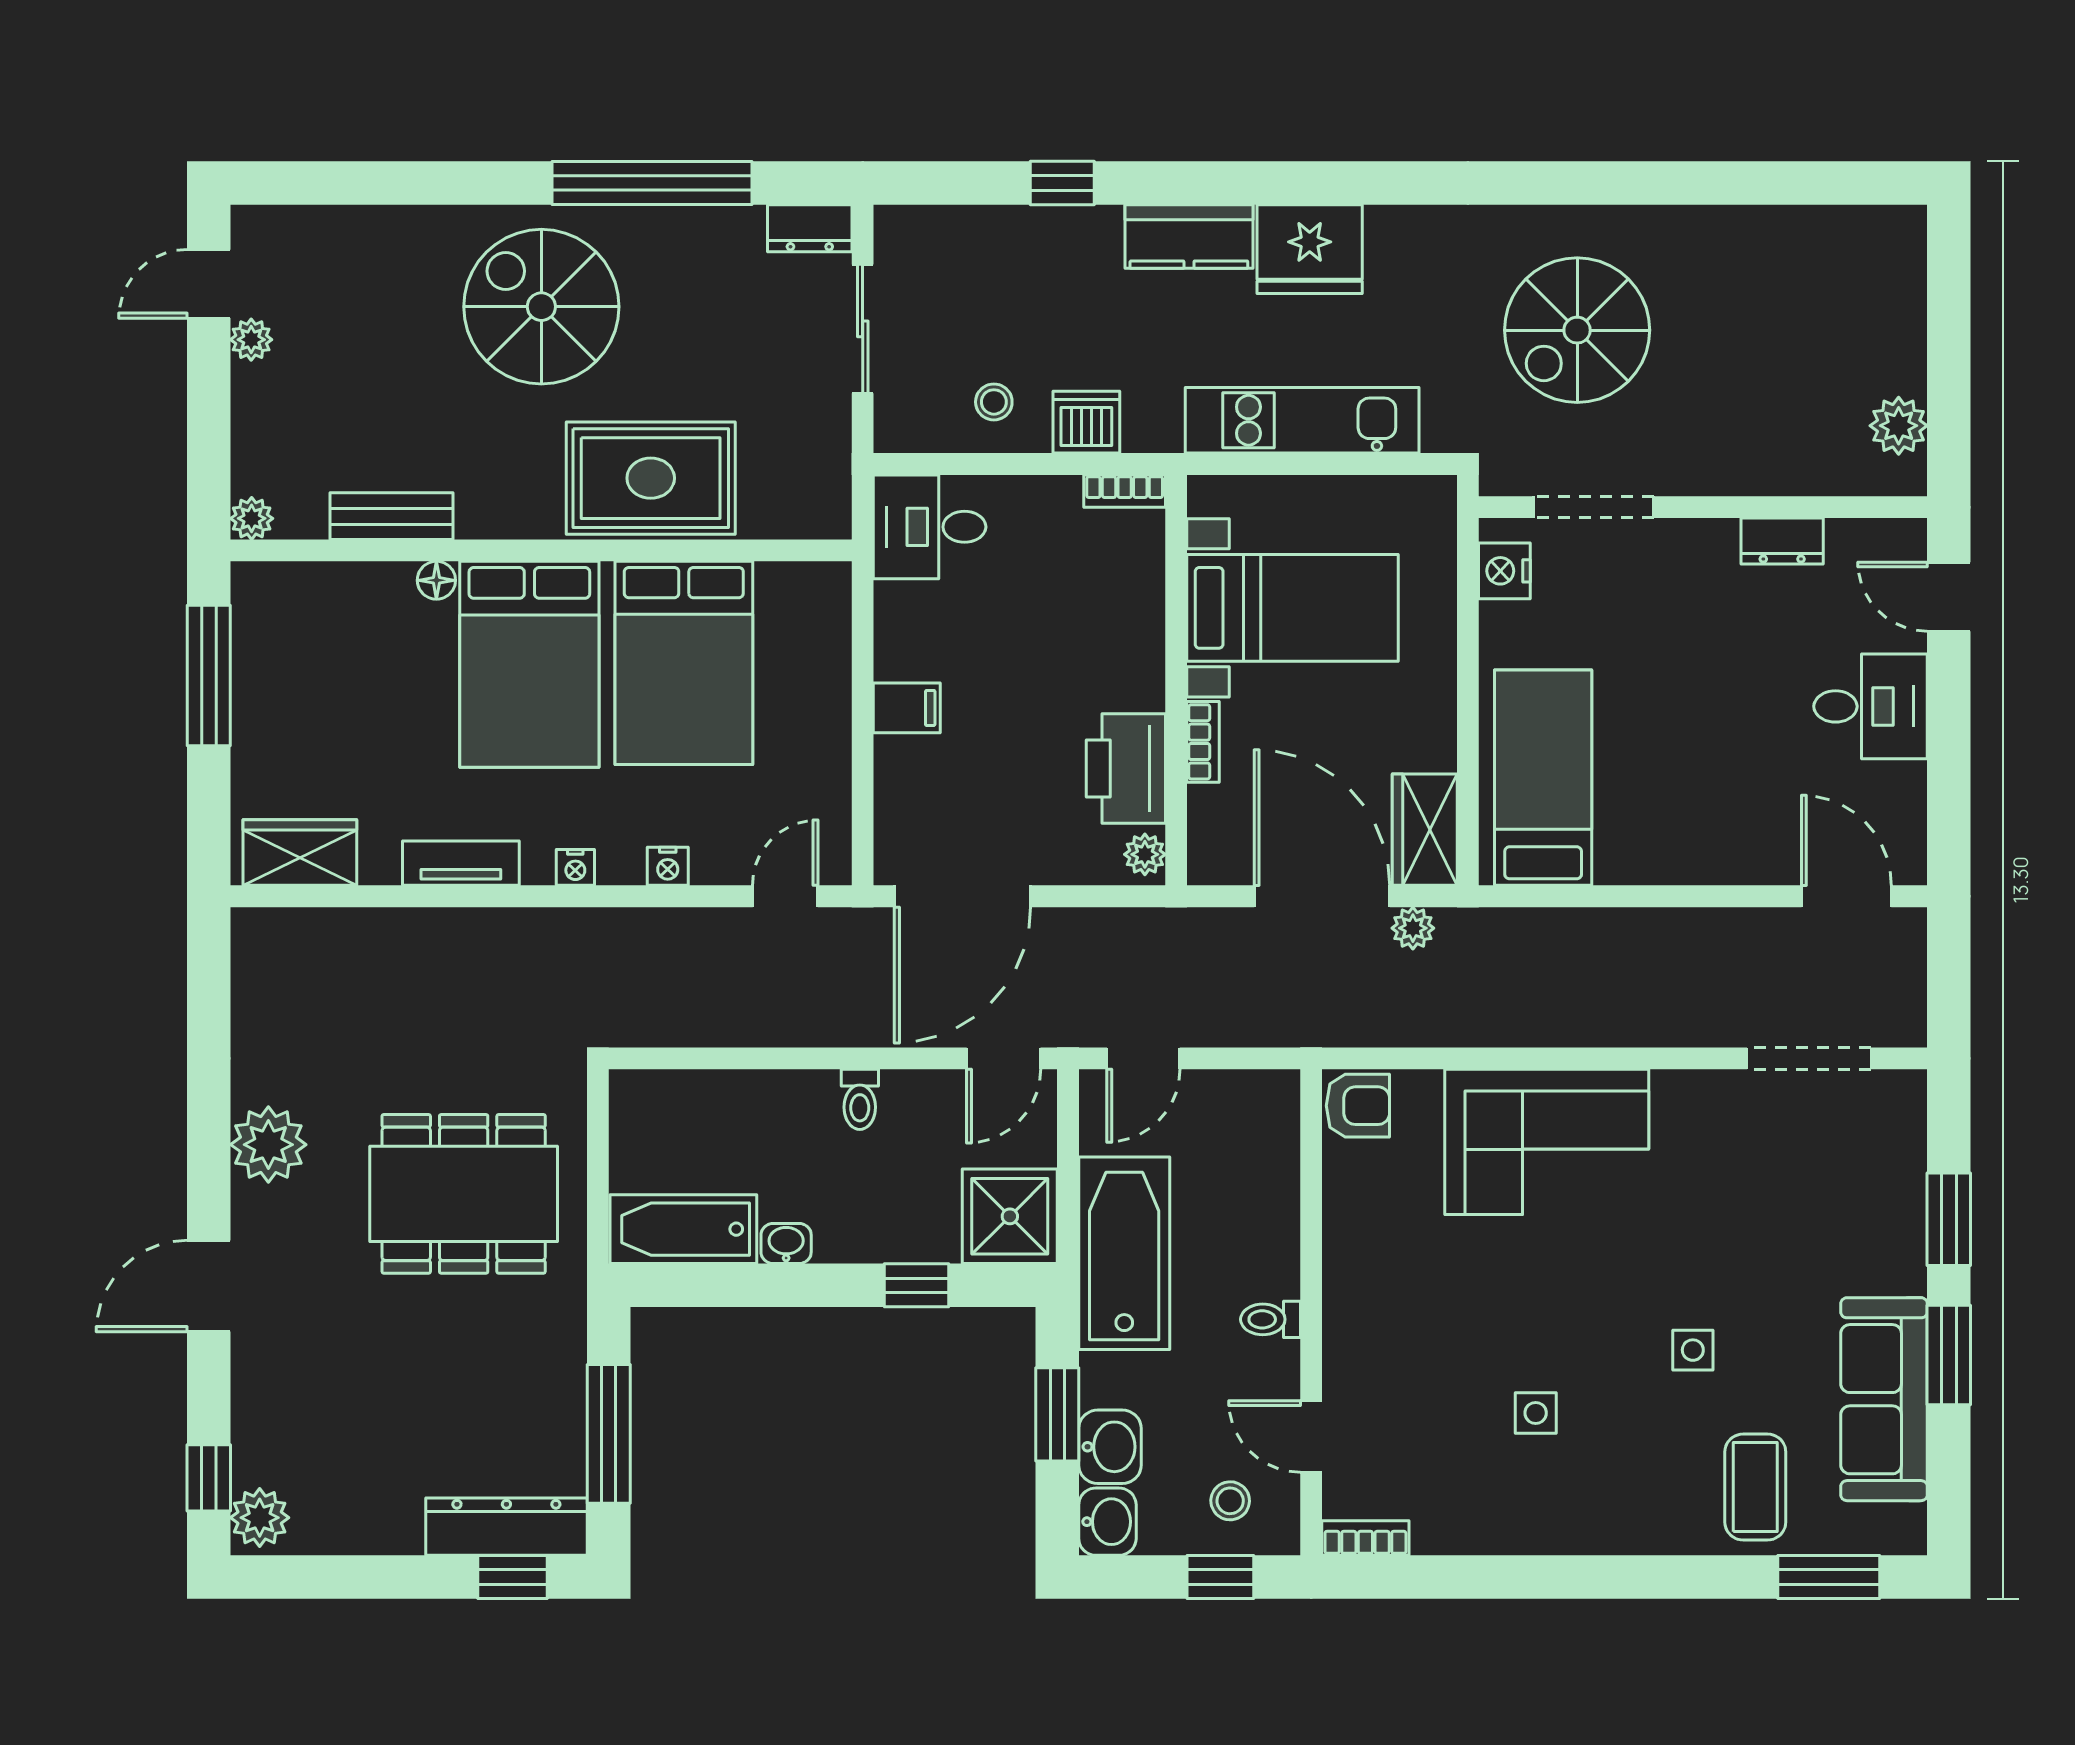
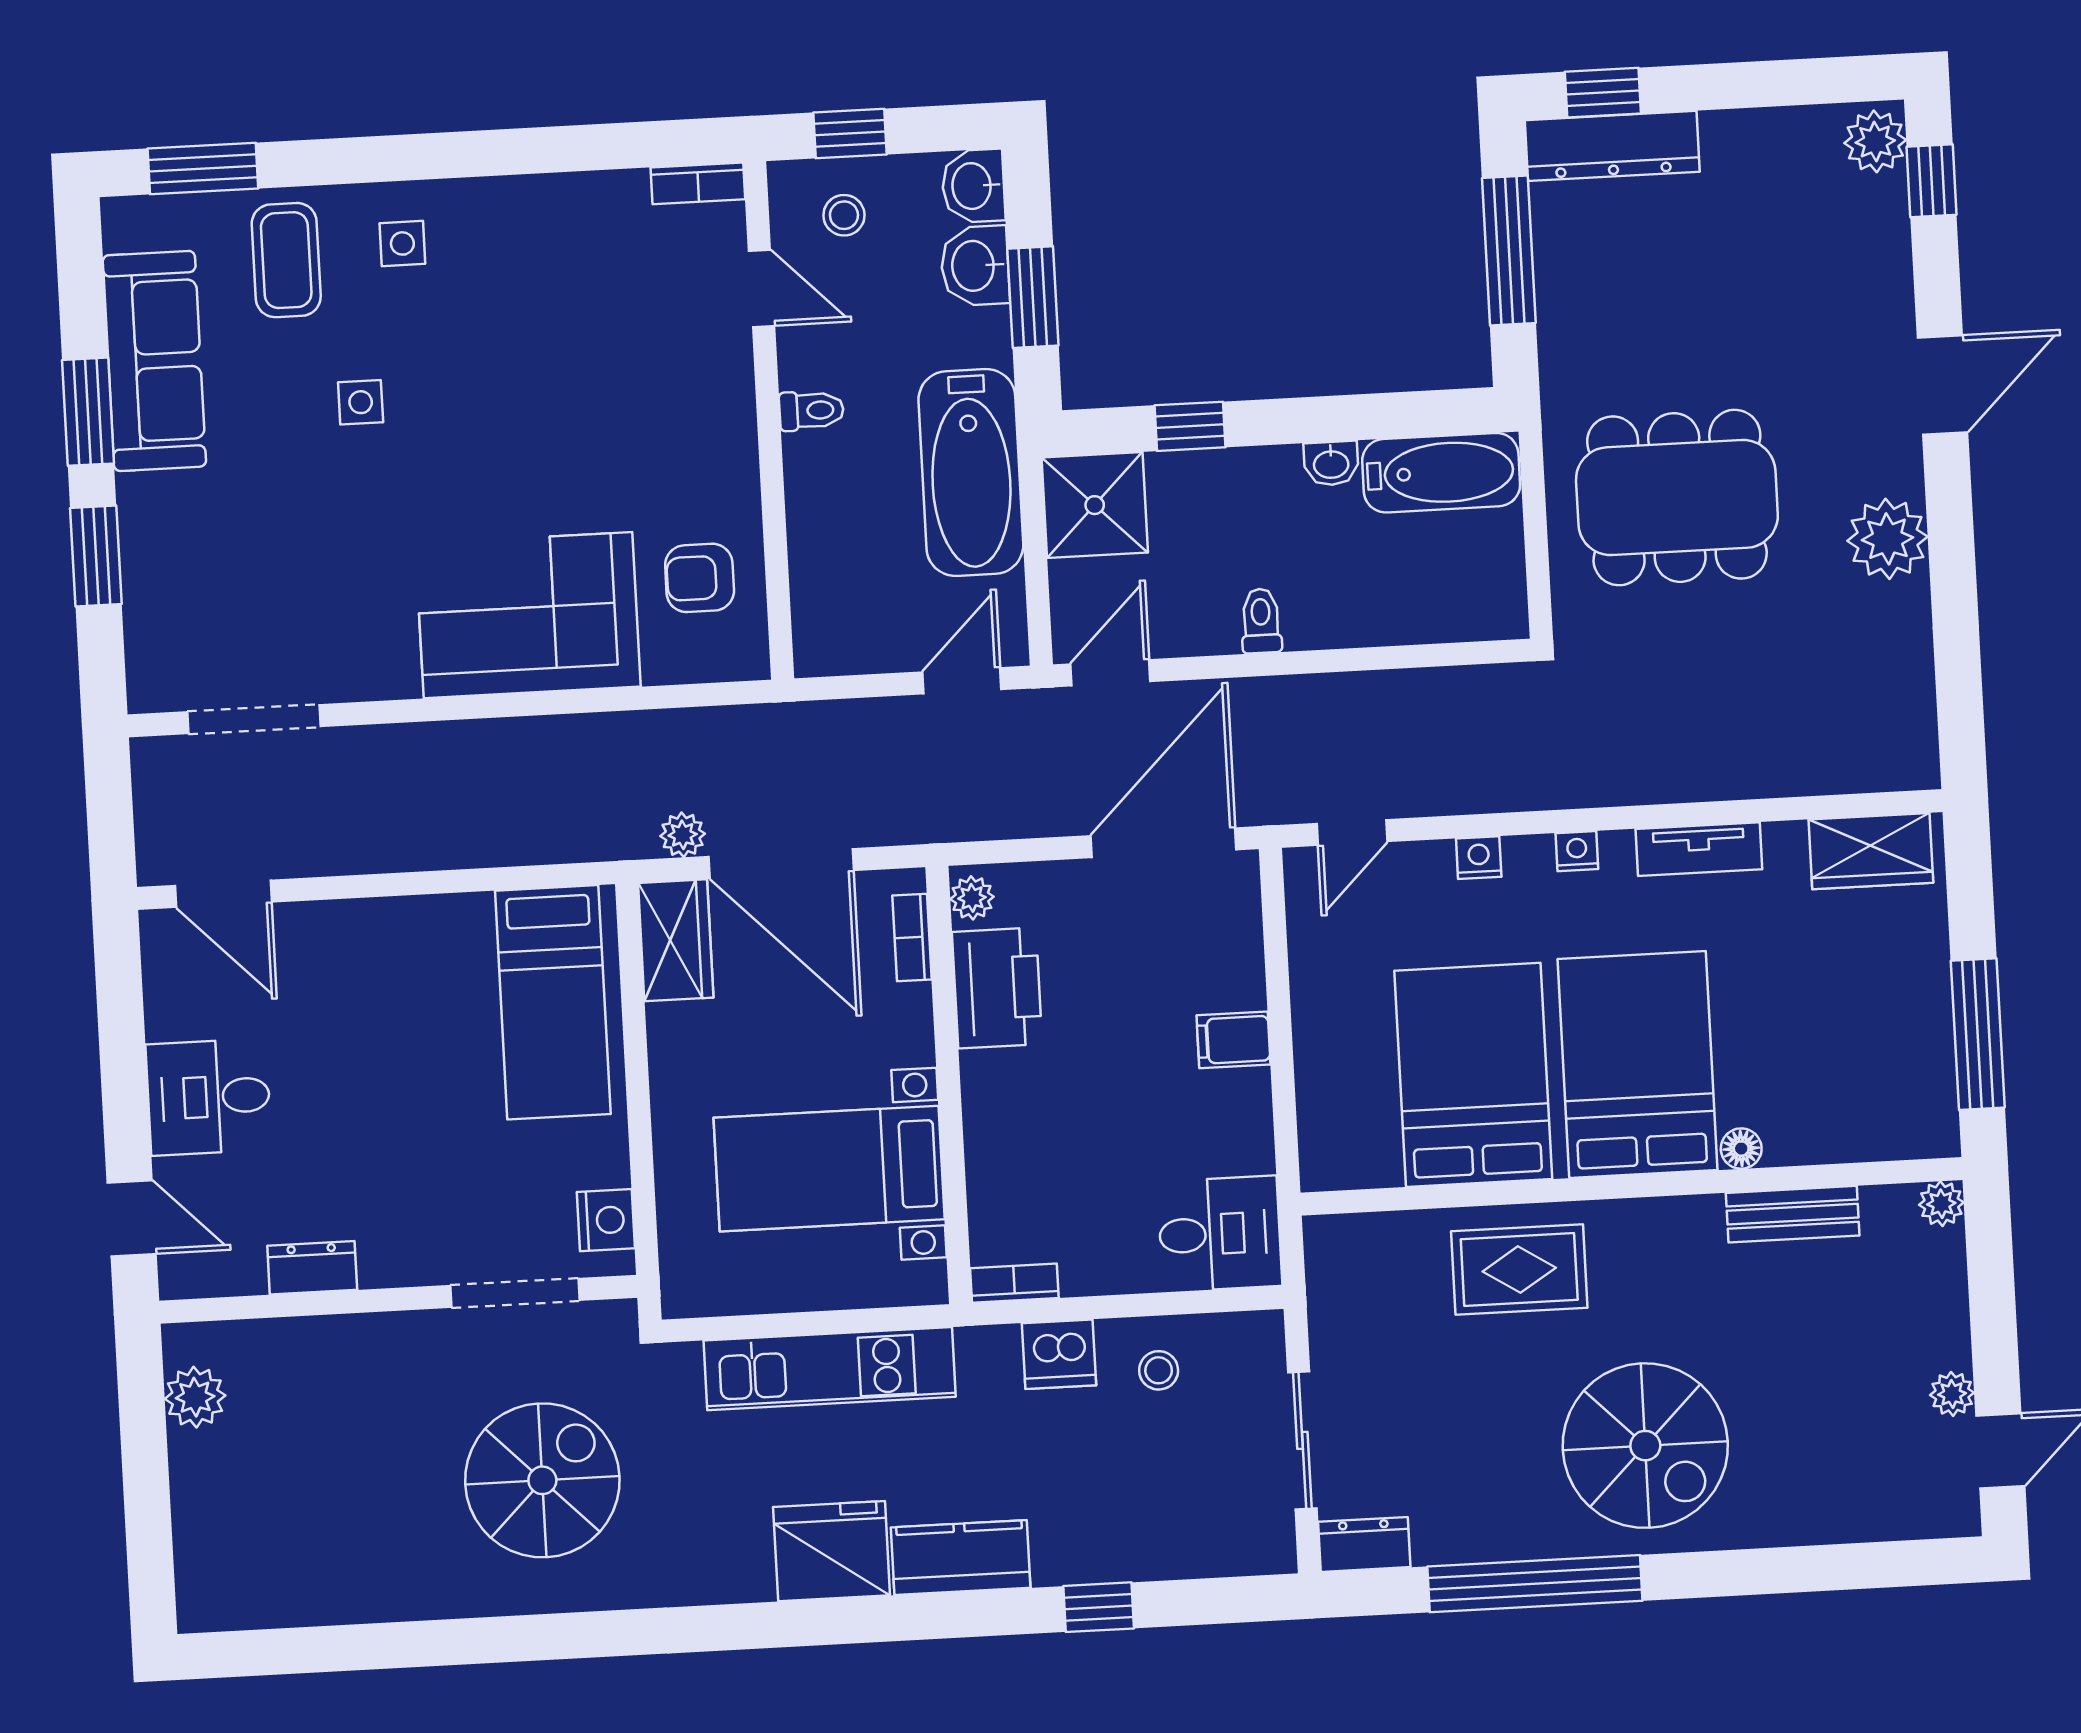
rug: (651, 478) -> (1519, 1270), width x0.73, depth x0.70
bookcase: (1203, 742) -> (912, 937), moved
armchair: (1358, 1106) -> (700, 578), moved
side table: (1536, 1413) -> (402, 243), moved

